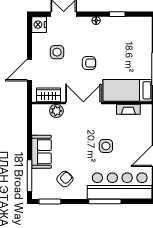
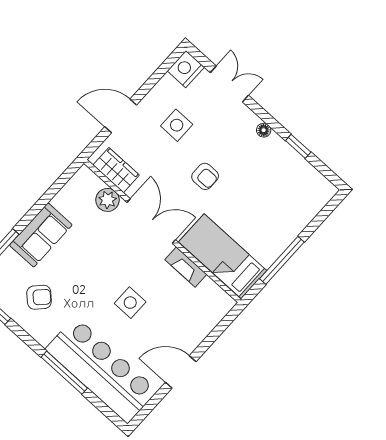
fireplace: (128, 109) -> (186, 267), moved

